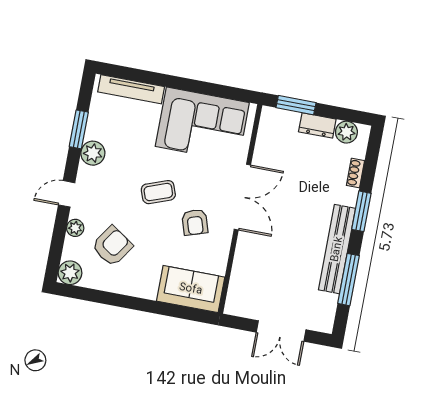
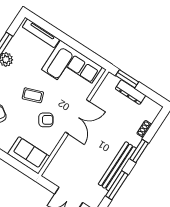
dresser: (317, 125) -> (130, 92), width x1.44
plant: (346, 132) -> (149, 105), removed
armchair: (195, 222) -> (46, 120), turned -105

